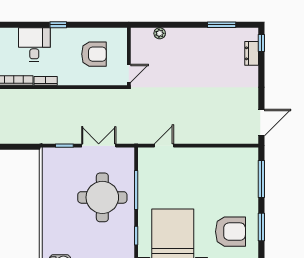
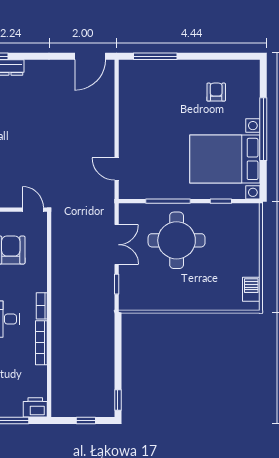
door: (261, 123) -> (90, 56), swing flipped
double door: (99, 146) -> (117, 245), swing flipped
window: (261, 227) -> (211, 56), removed
armchair: (230, 232) -> (216, 92), width x0.53, depth x0.53

